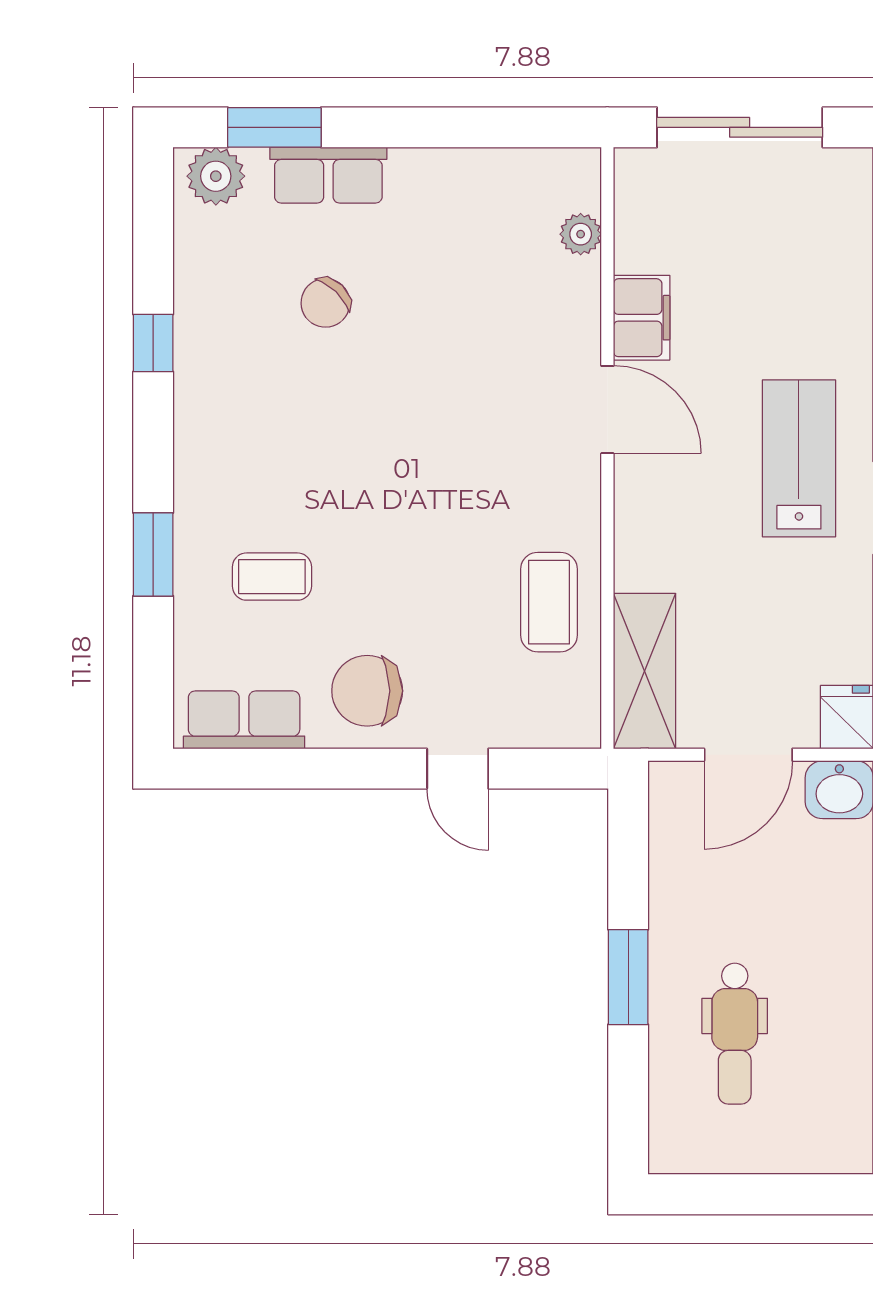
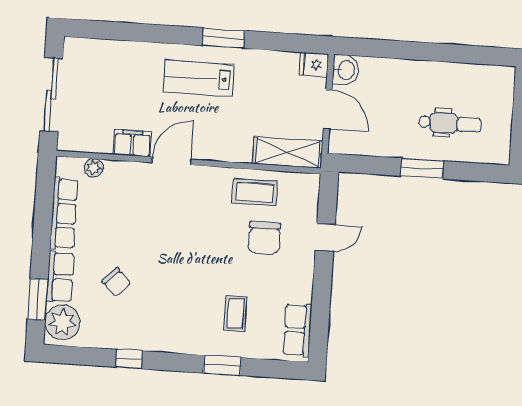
row of seats: (472, 174) -> (64, 214), added
plant: (216, 176) -> (62, 322), width x1.36, depth x1.36
chair: (367, 691) -> (264, 238), moved

